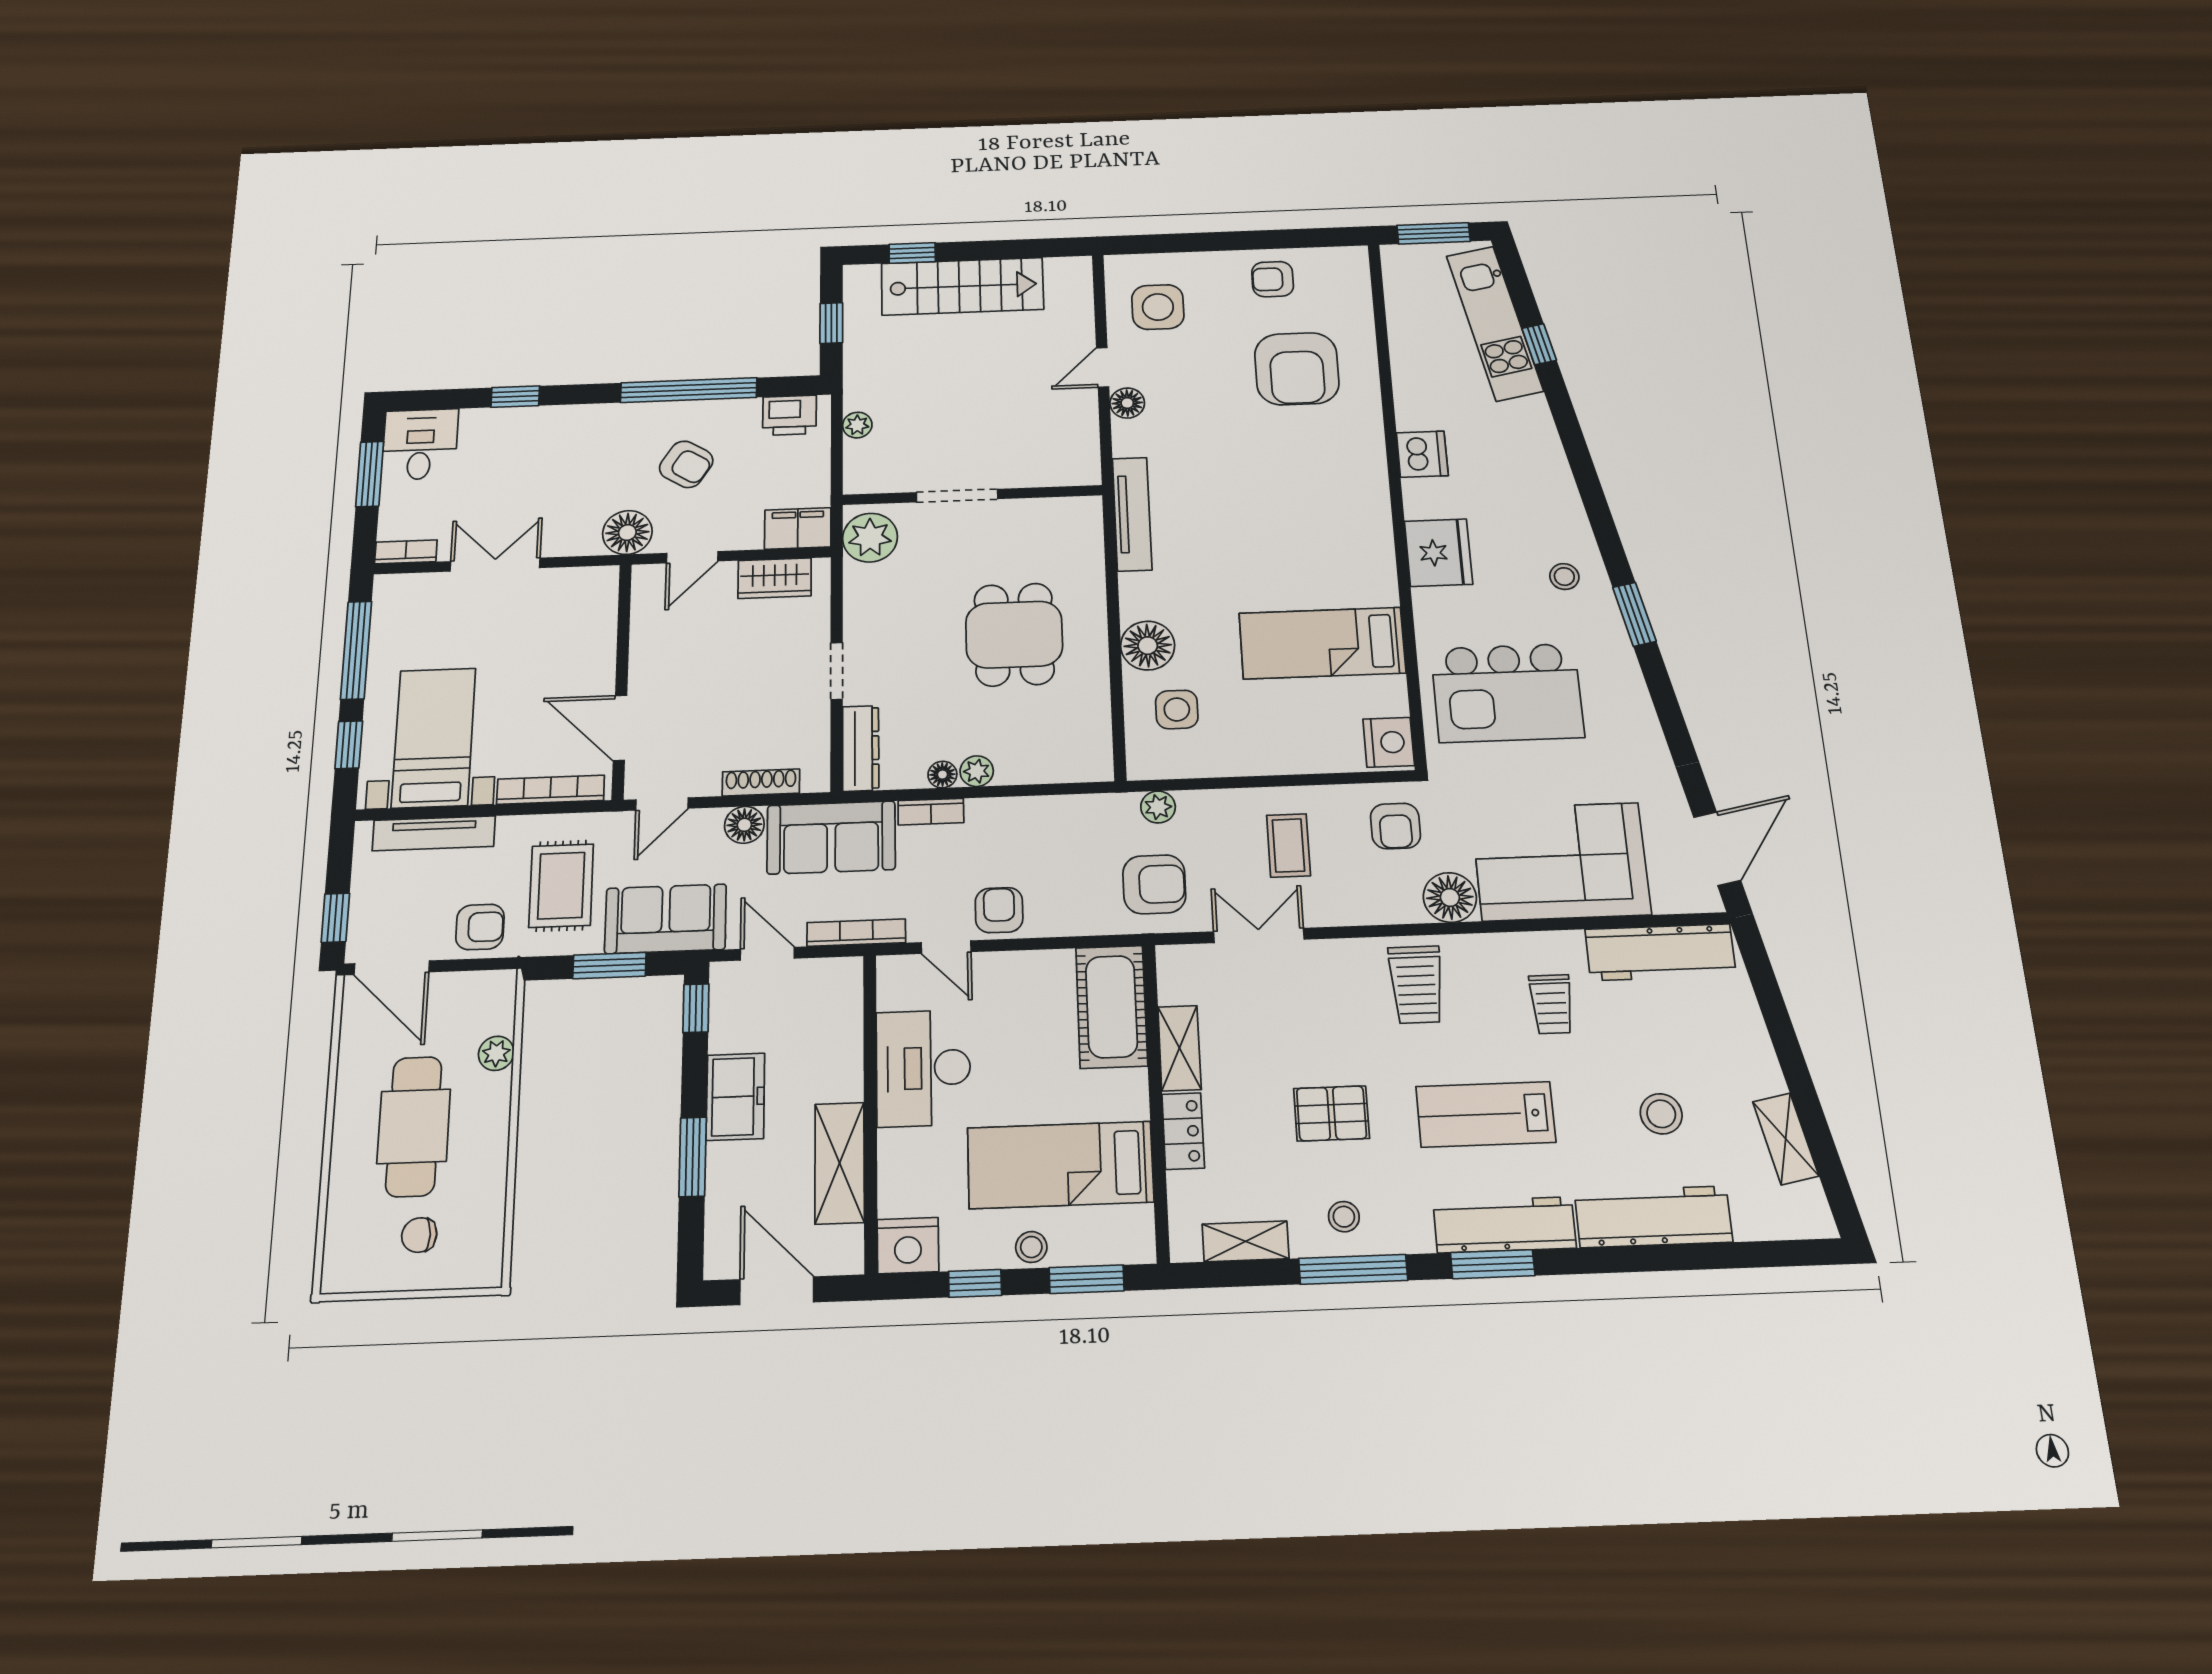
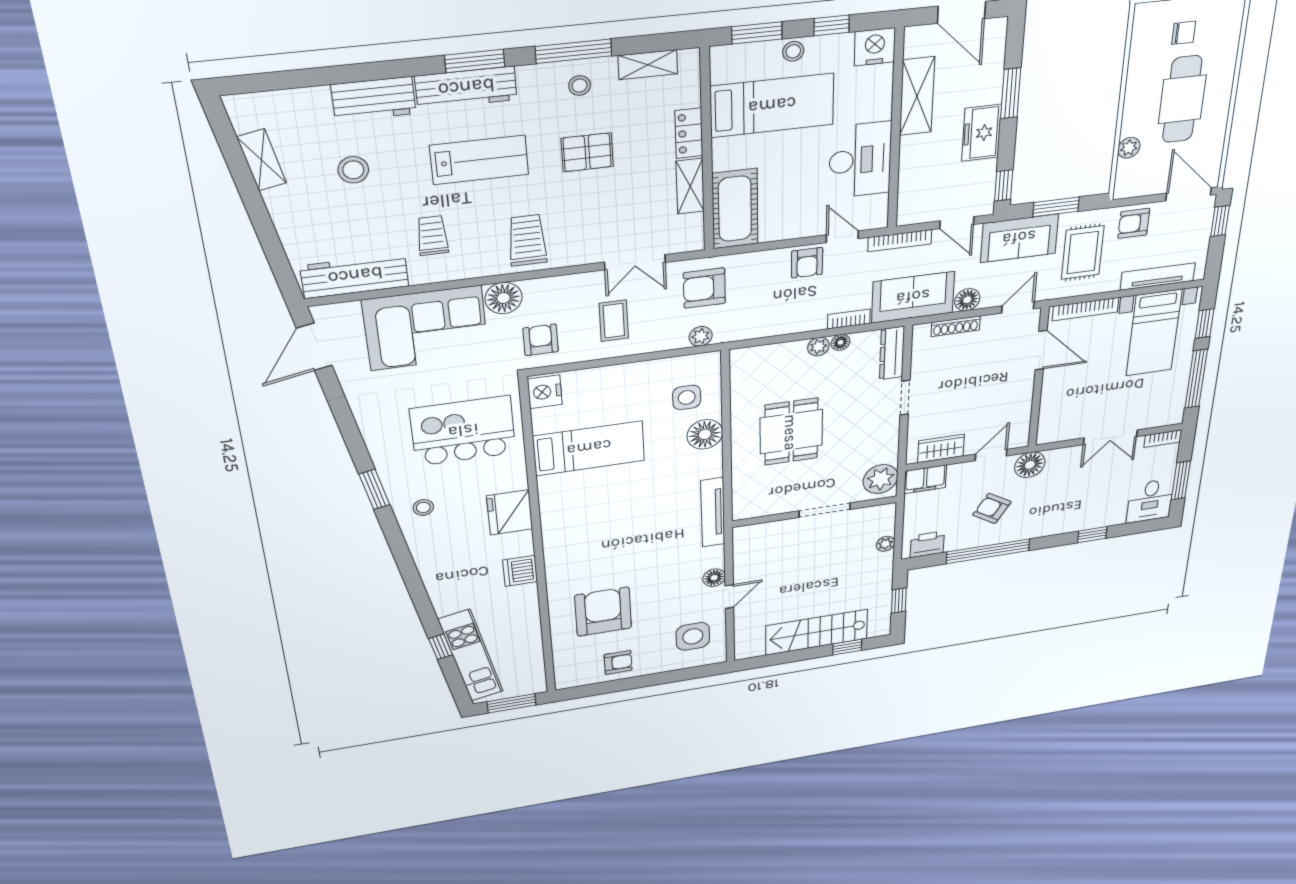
workbench: (1653, 1217) -> (374, 99), width x0.73

